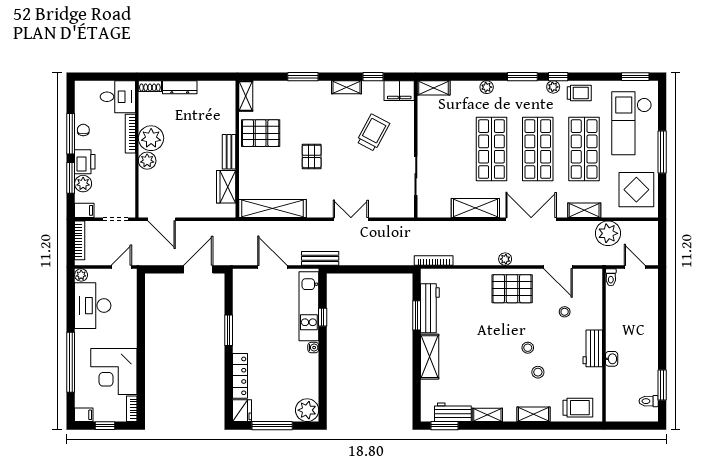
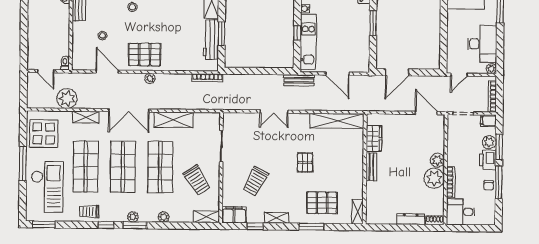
plant: (553, 87) -> (133, 217), moved
pallet: (261, 133) -> (322, 203), moved
trolley: (446, 133) -> (197, 180), added

